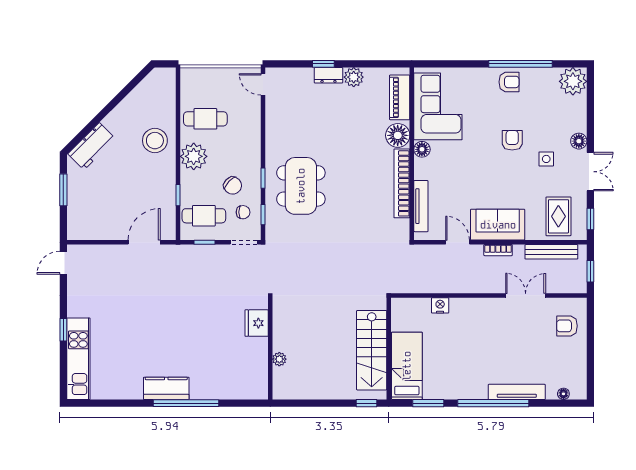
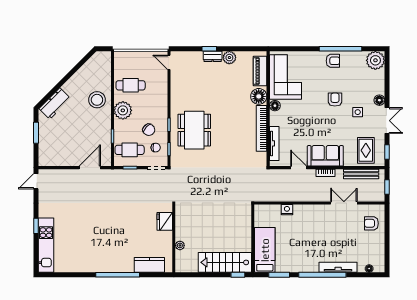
stairs: (372, 350) -> (225, 262), moved, turned 90
kitchen counter: (166, 388) -> (149, 265), moved

